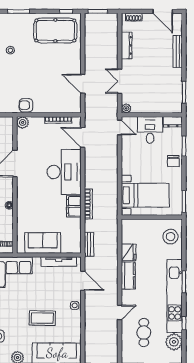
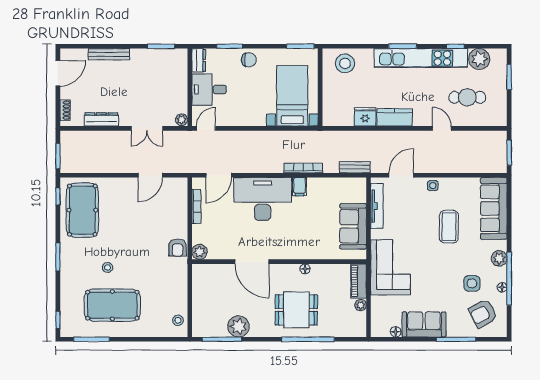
filing cabinet: (74, 206) -> (300, 187), width x0.50

